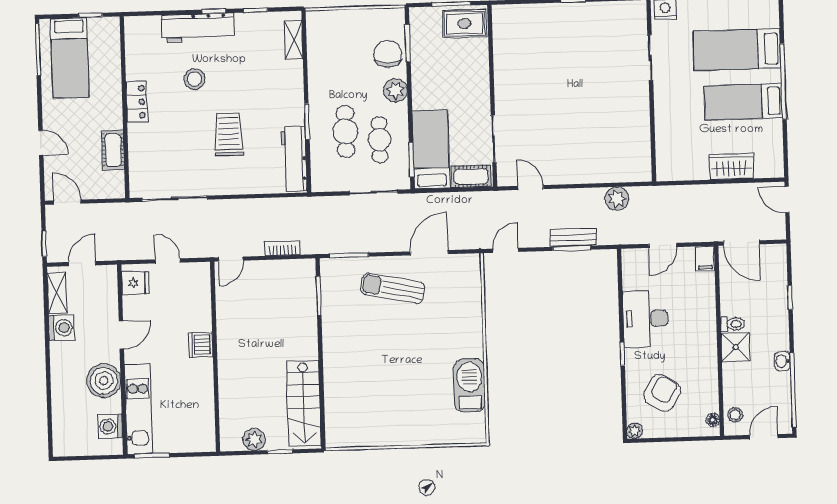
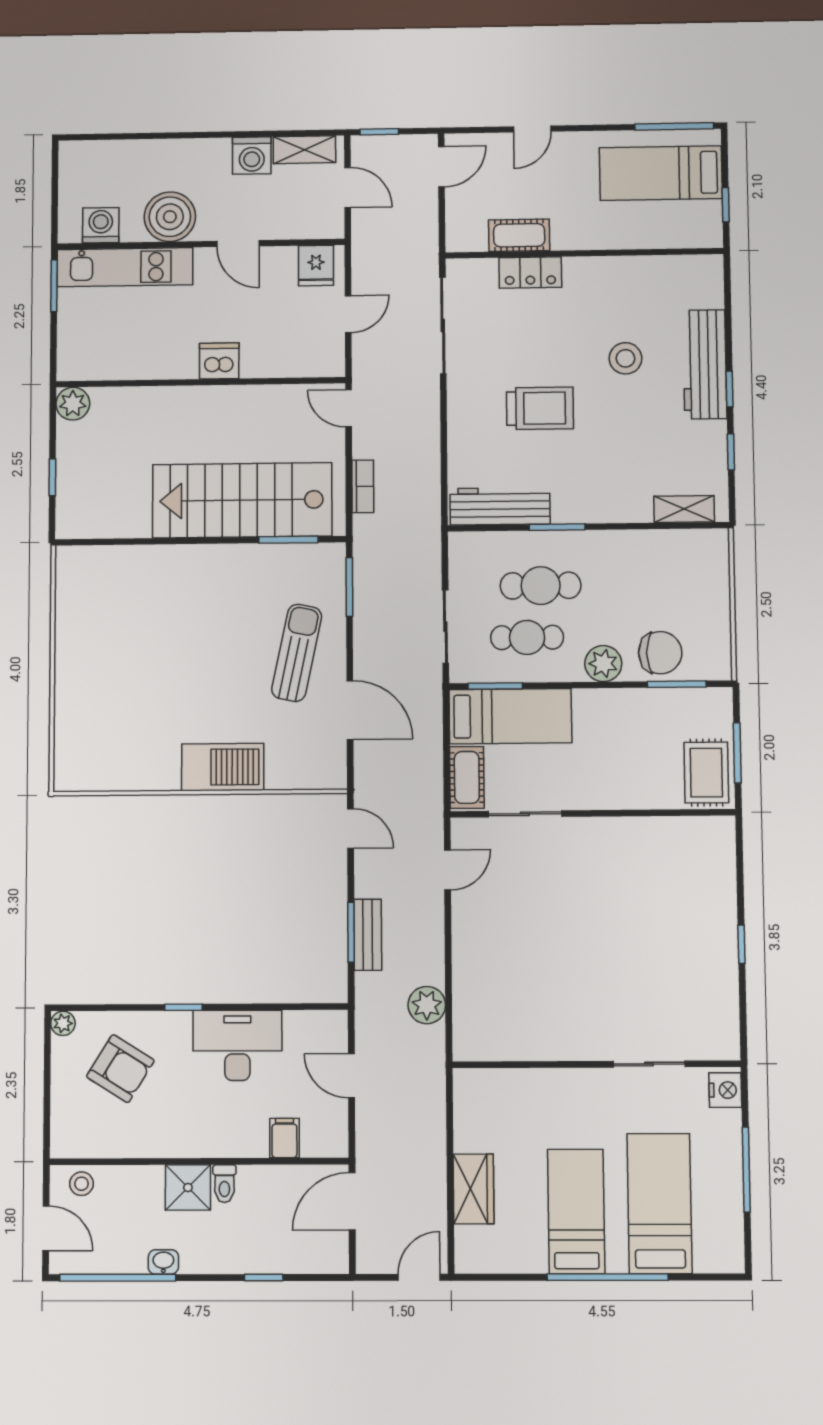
locker: (137, 102) -> (530, 272), moved
filing cabinet: (705, 259) -> (284, 1138), moved, turned 90
barbecue: (470, 385) -> (223, 767), moved
stairs: (304, 403) -> (242, 500), moved, width x1.36, depth x1.51
floor lamp: (713, 420) -> (75, 1148), removed
plant: (254, 439) -> (73, 404), moved

